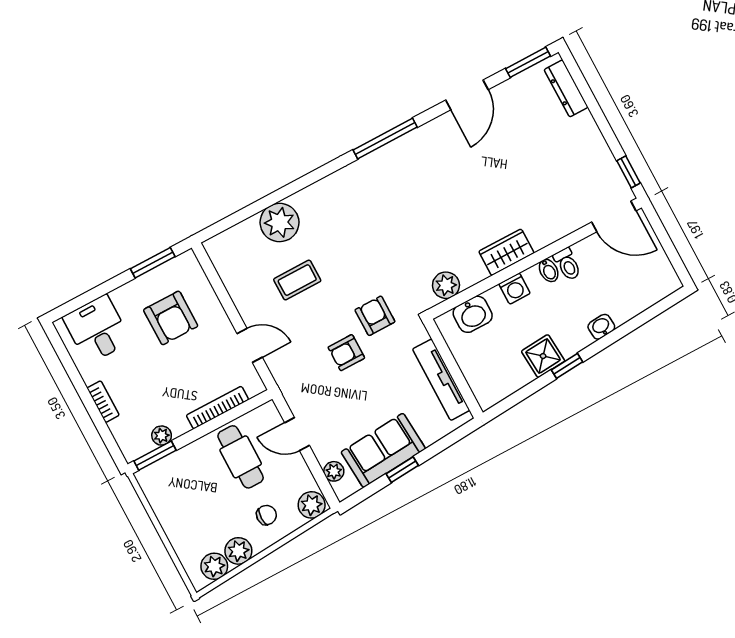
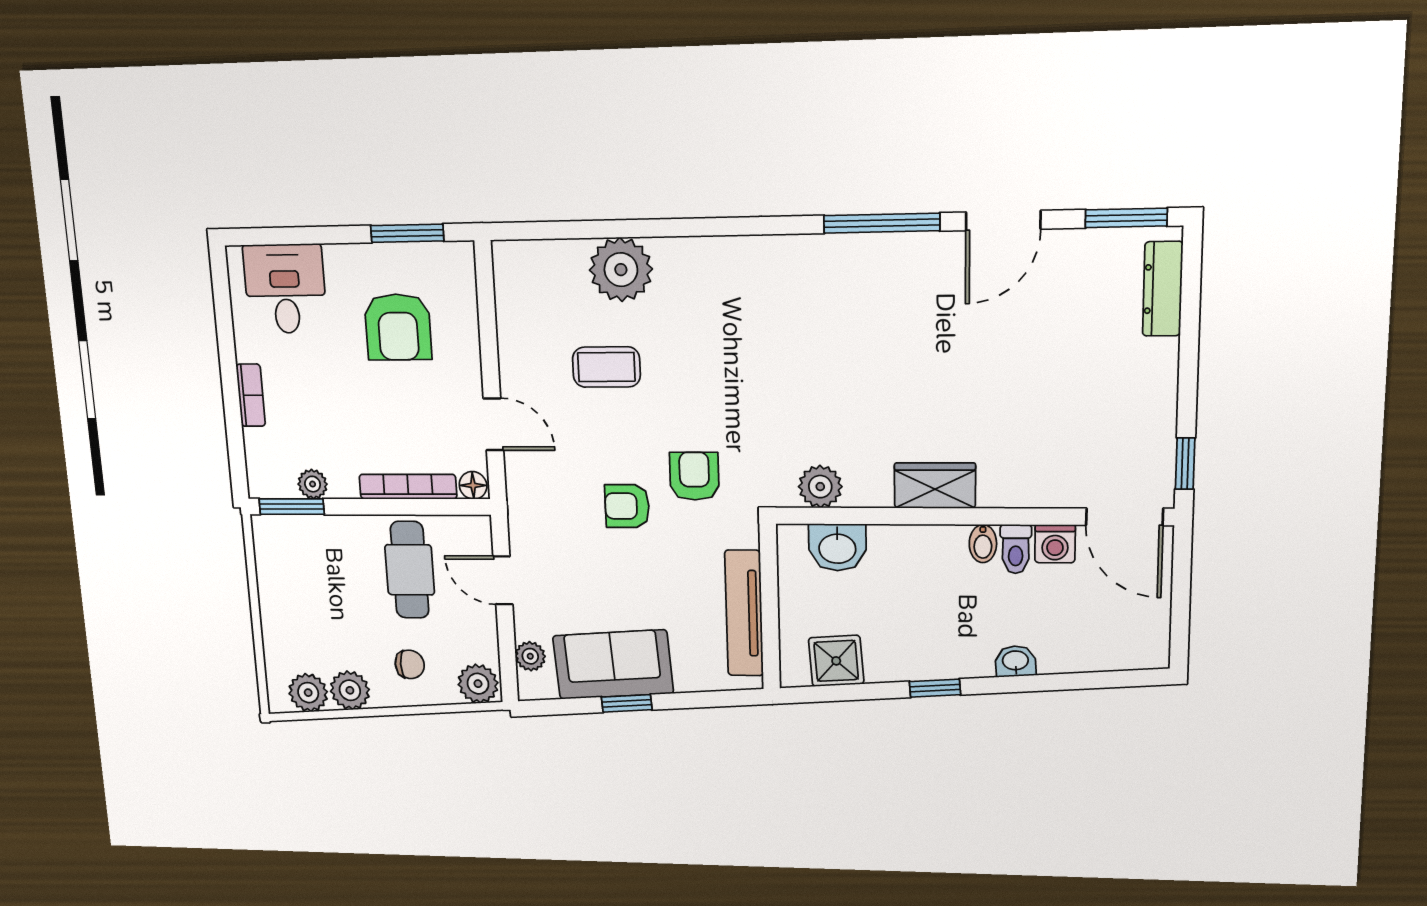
window: (385, 139) -> (882, 223), moved
washing machine: (514, 289) -> (1055, 544), moved
shower: (543, 356) -> (836, 661), moved
floor lamp: (254, 387) -> (473, 485), added

